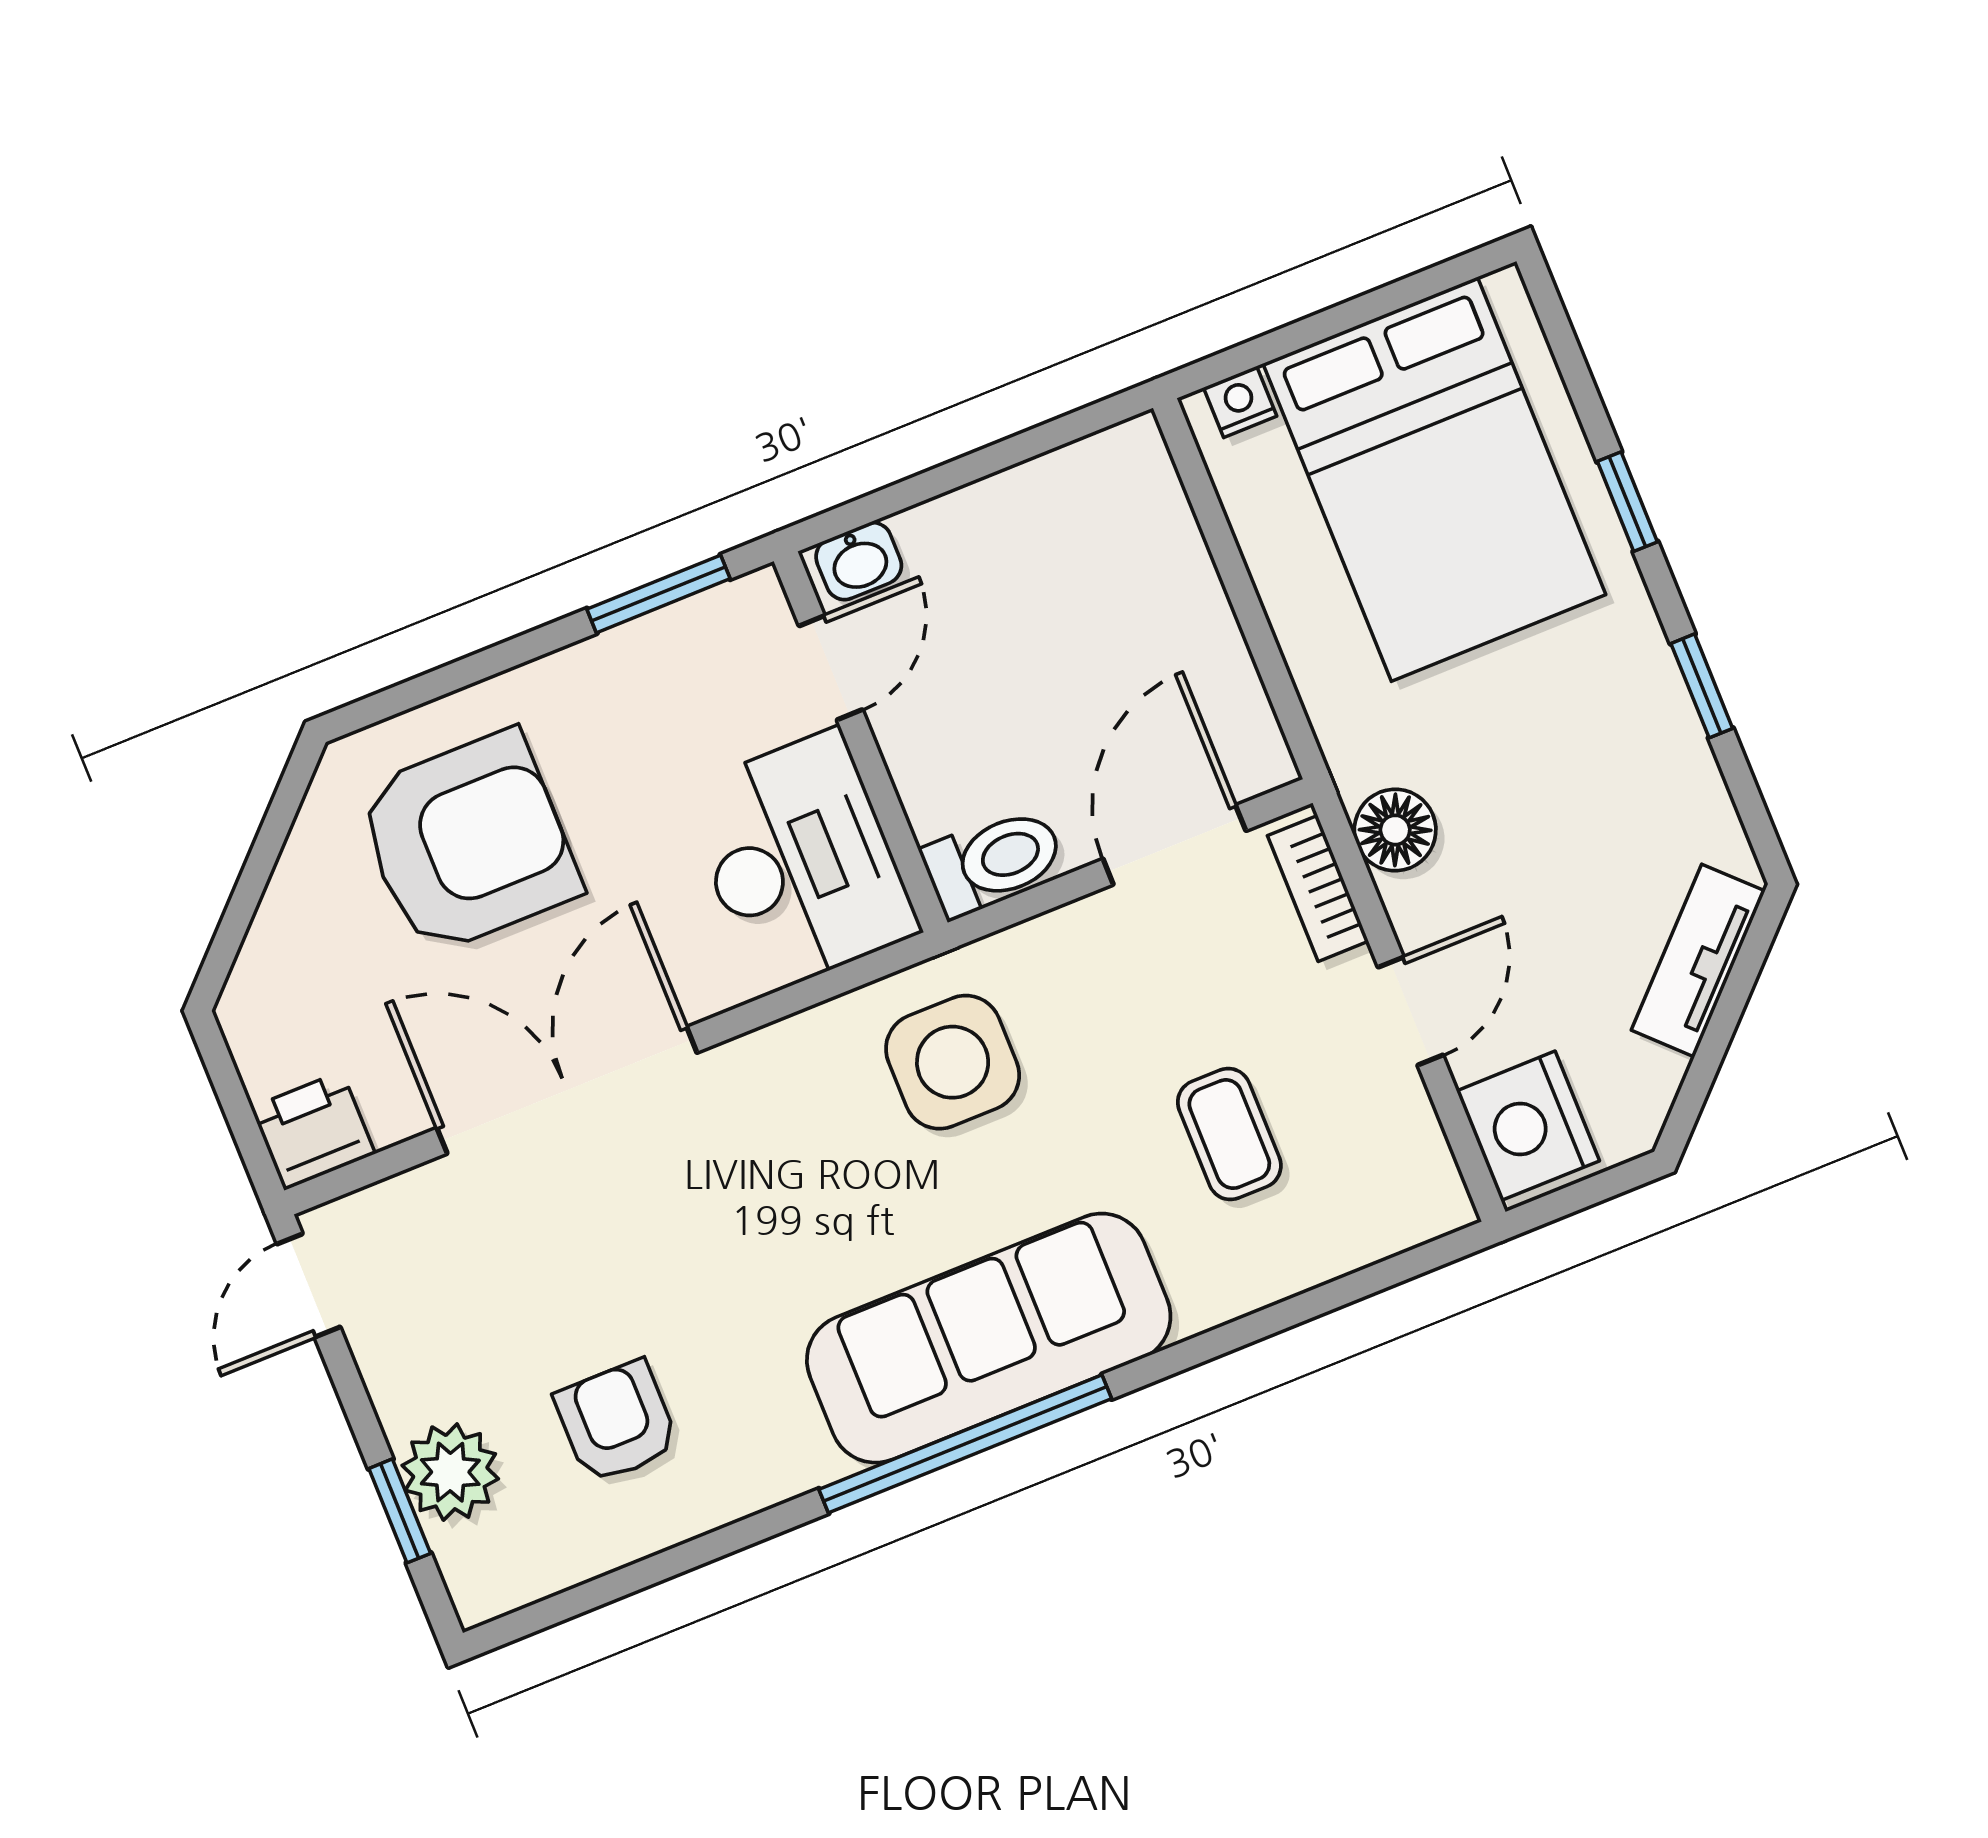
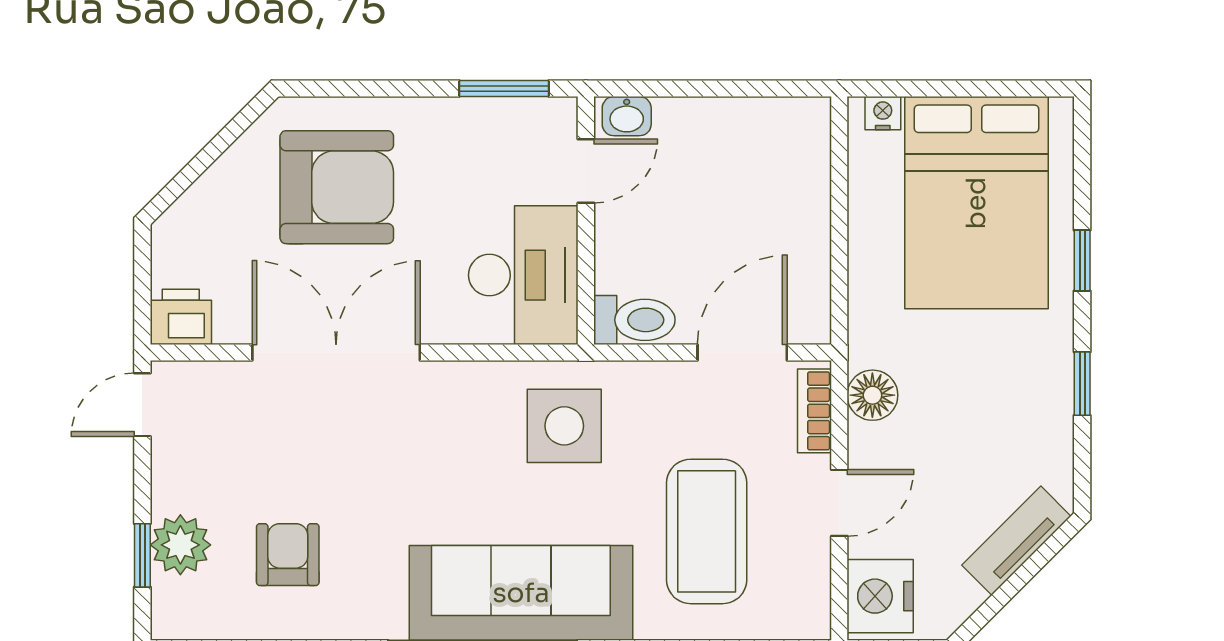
coffee table: (1229, 1134) -> (707, 531), width x1.86, depth x1.72

